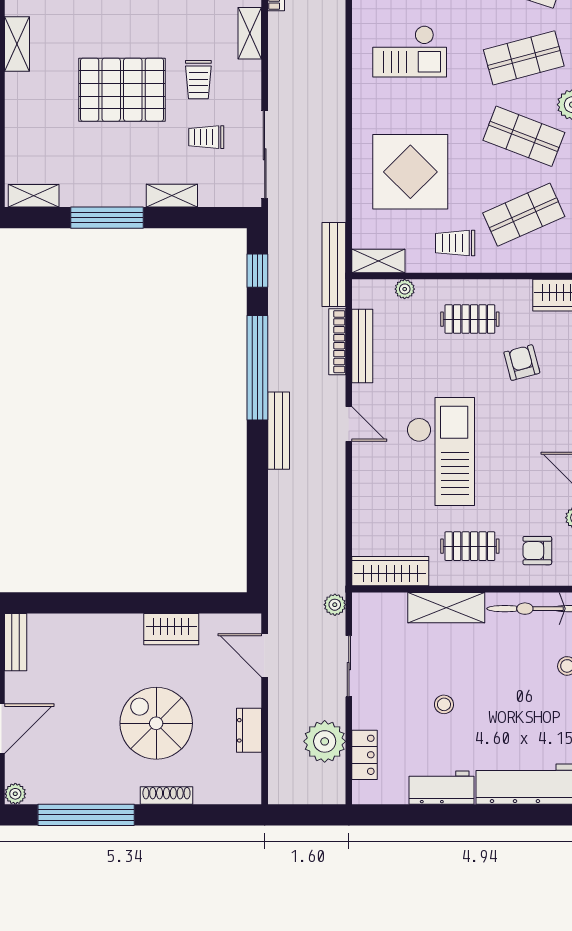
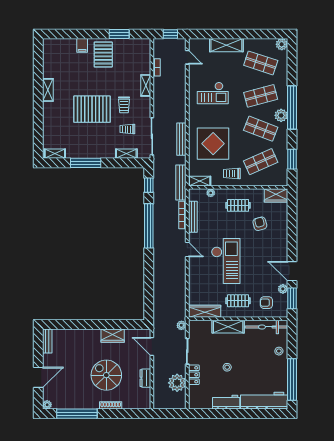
shelving: (172, 196) -> (126, 154), moved
bench: (279, 431) -> (181, 139), moved
locker: (365, 755) -> (194, 375), moved

